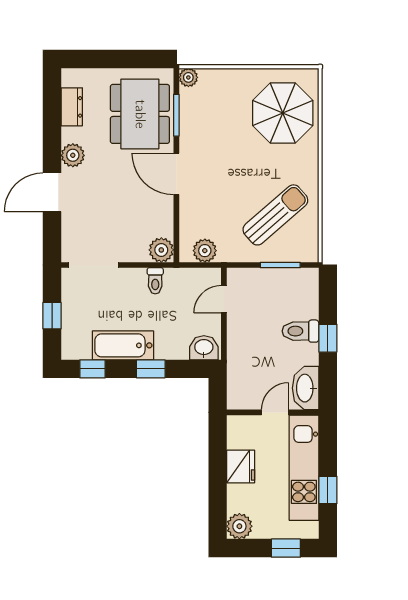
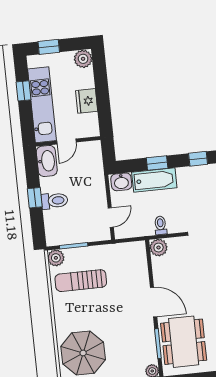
sun lounger: (275, 215) -> (81, 281), turned 41
plant: (205, 251) -> (56, 258), moved
bathtub: (123, 345) -> (154, 180), moved

